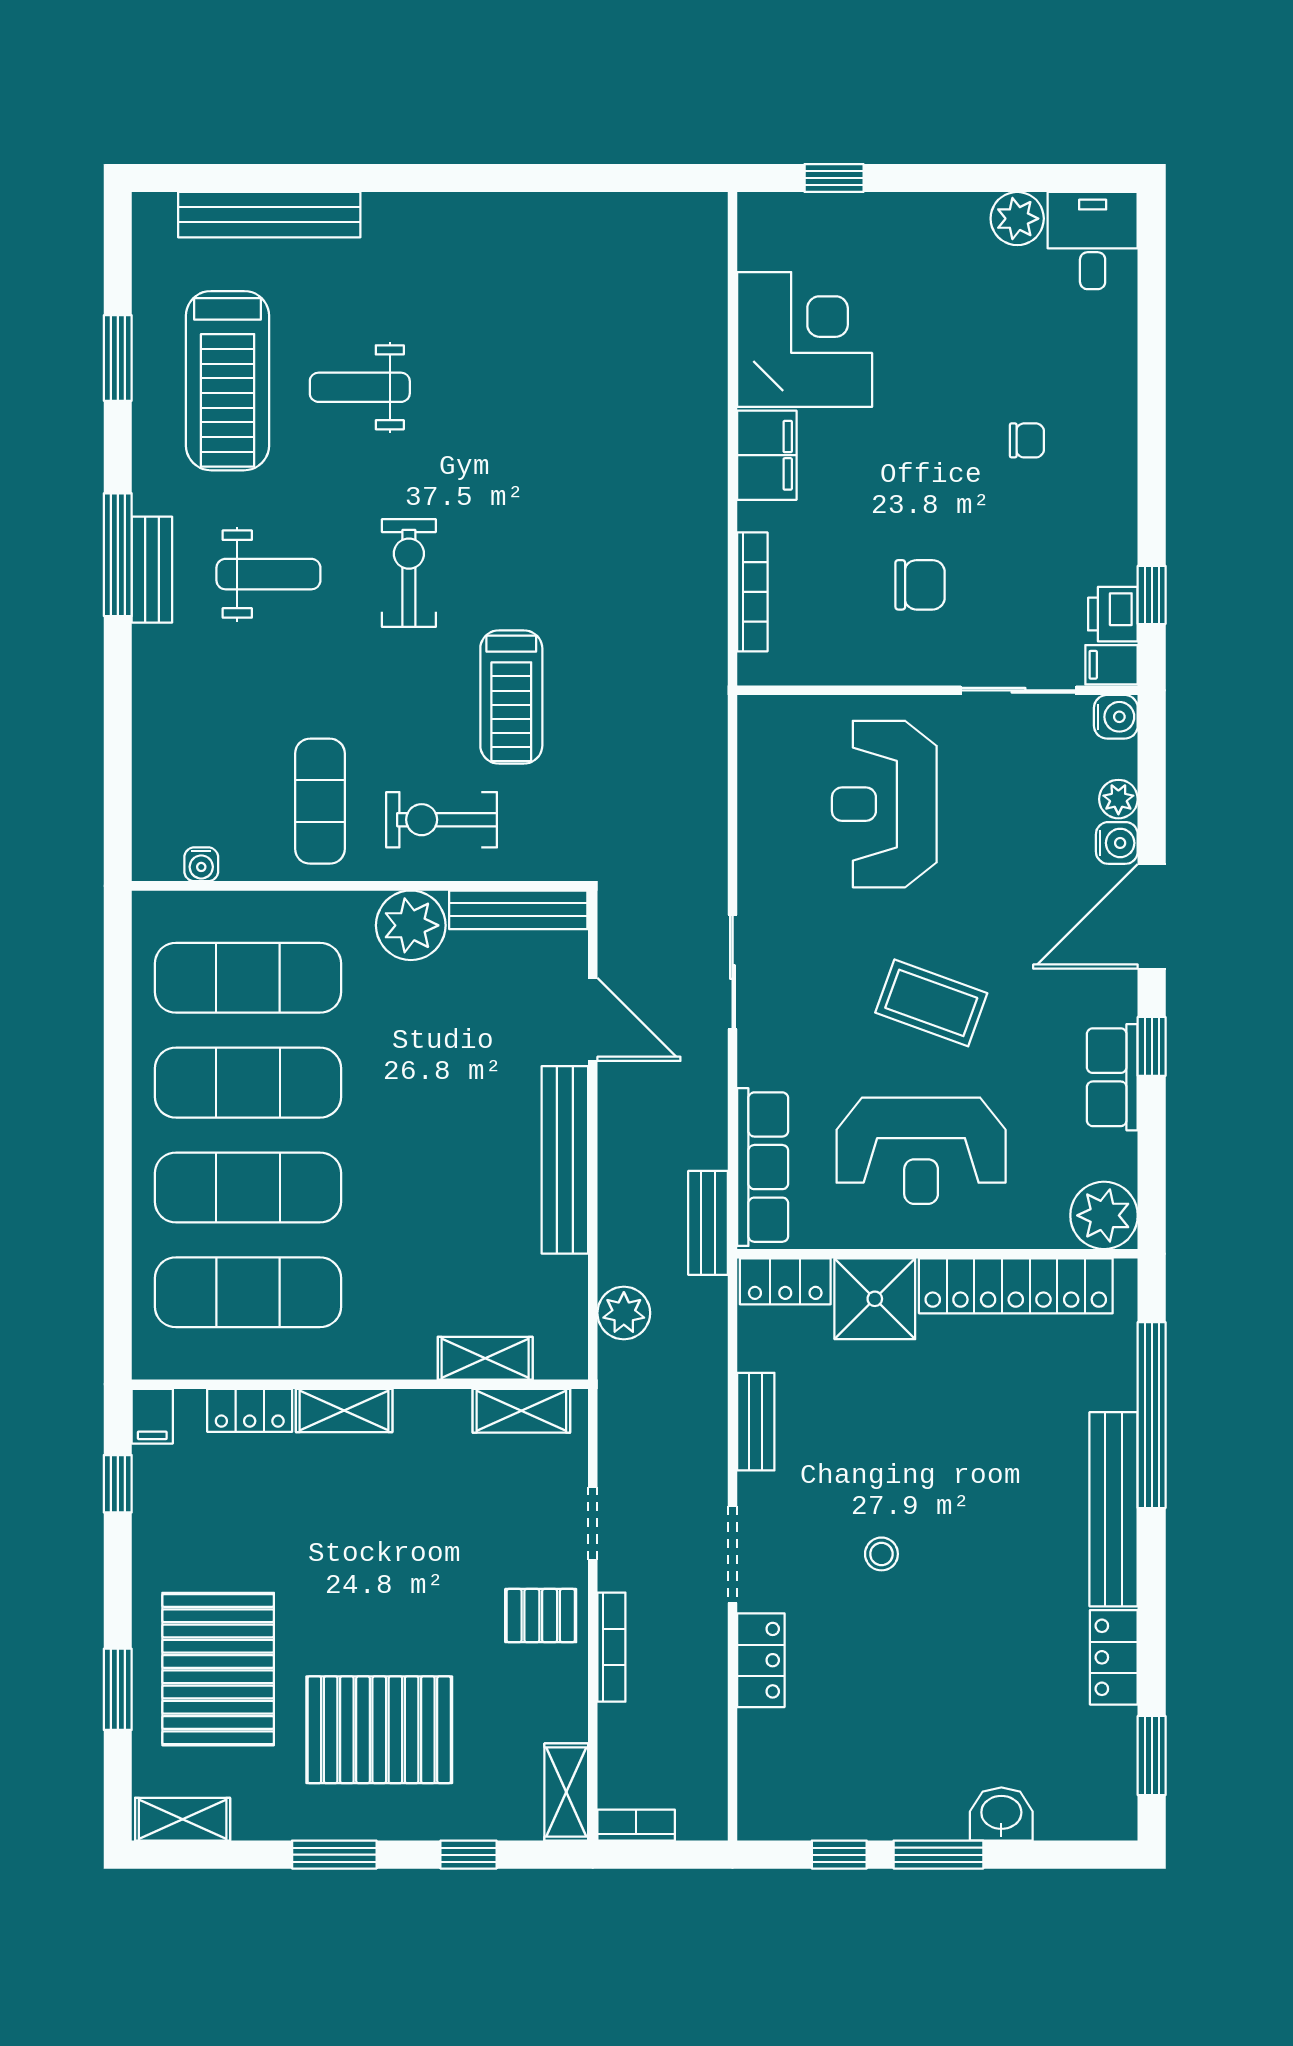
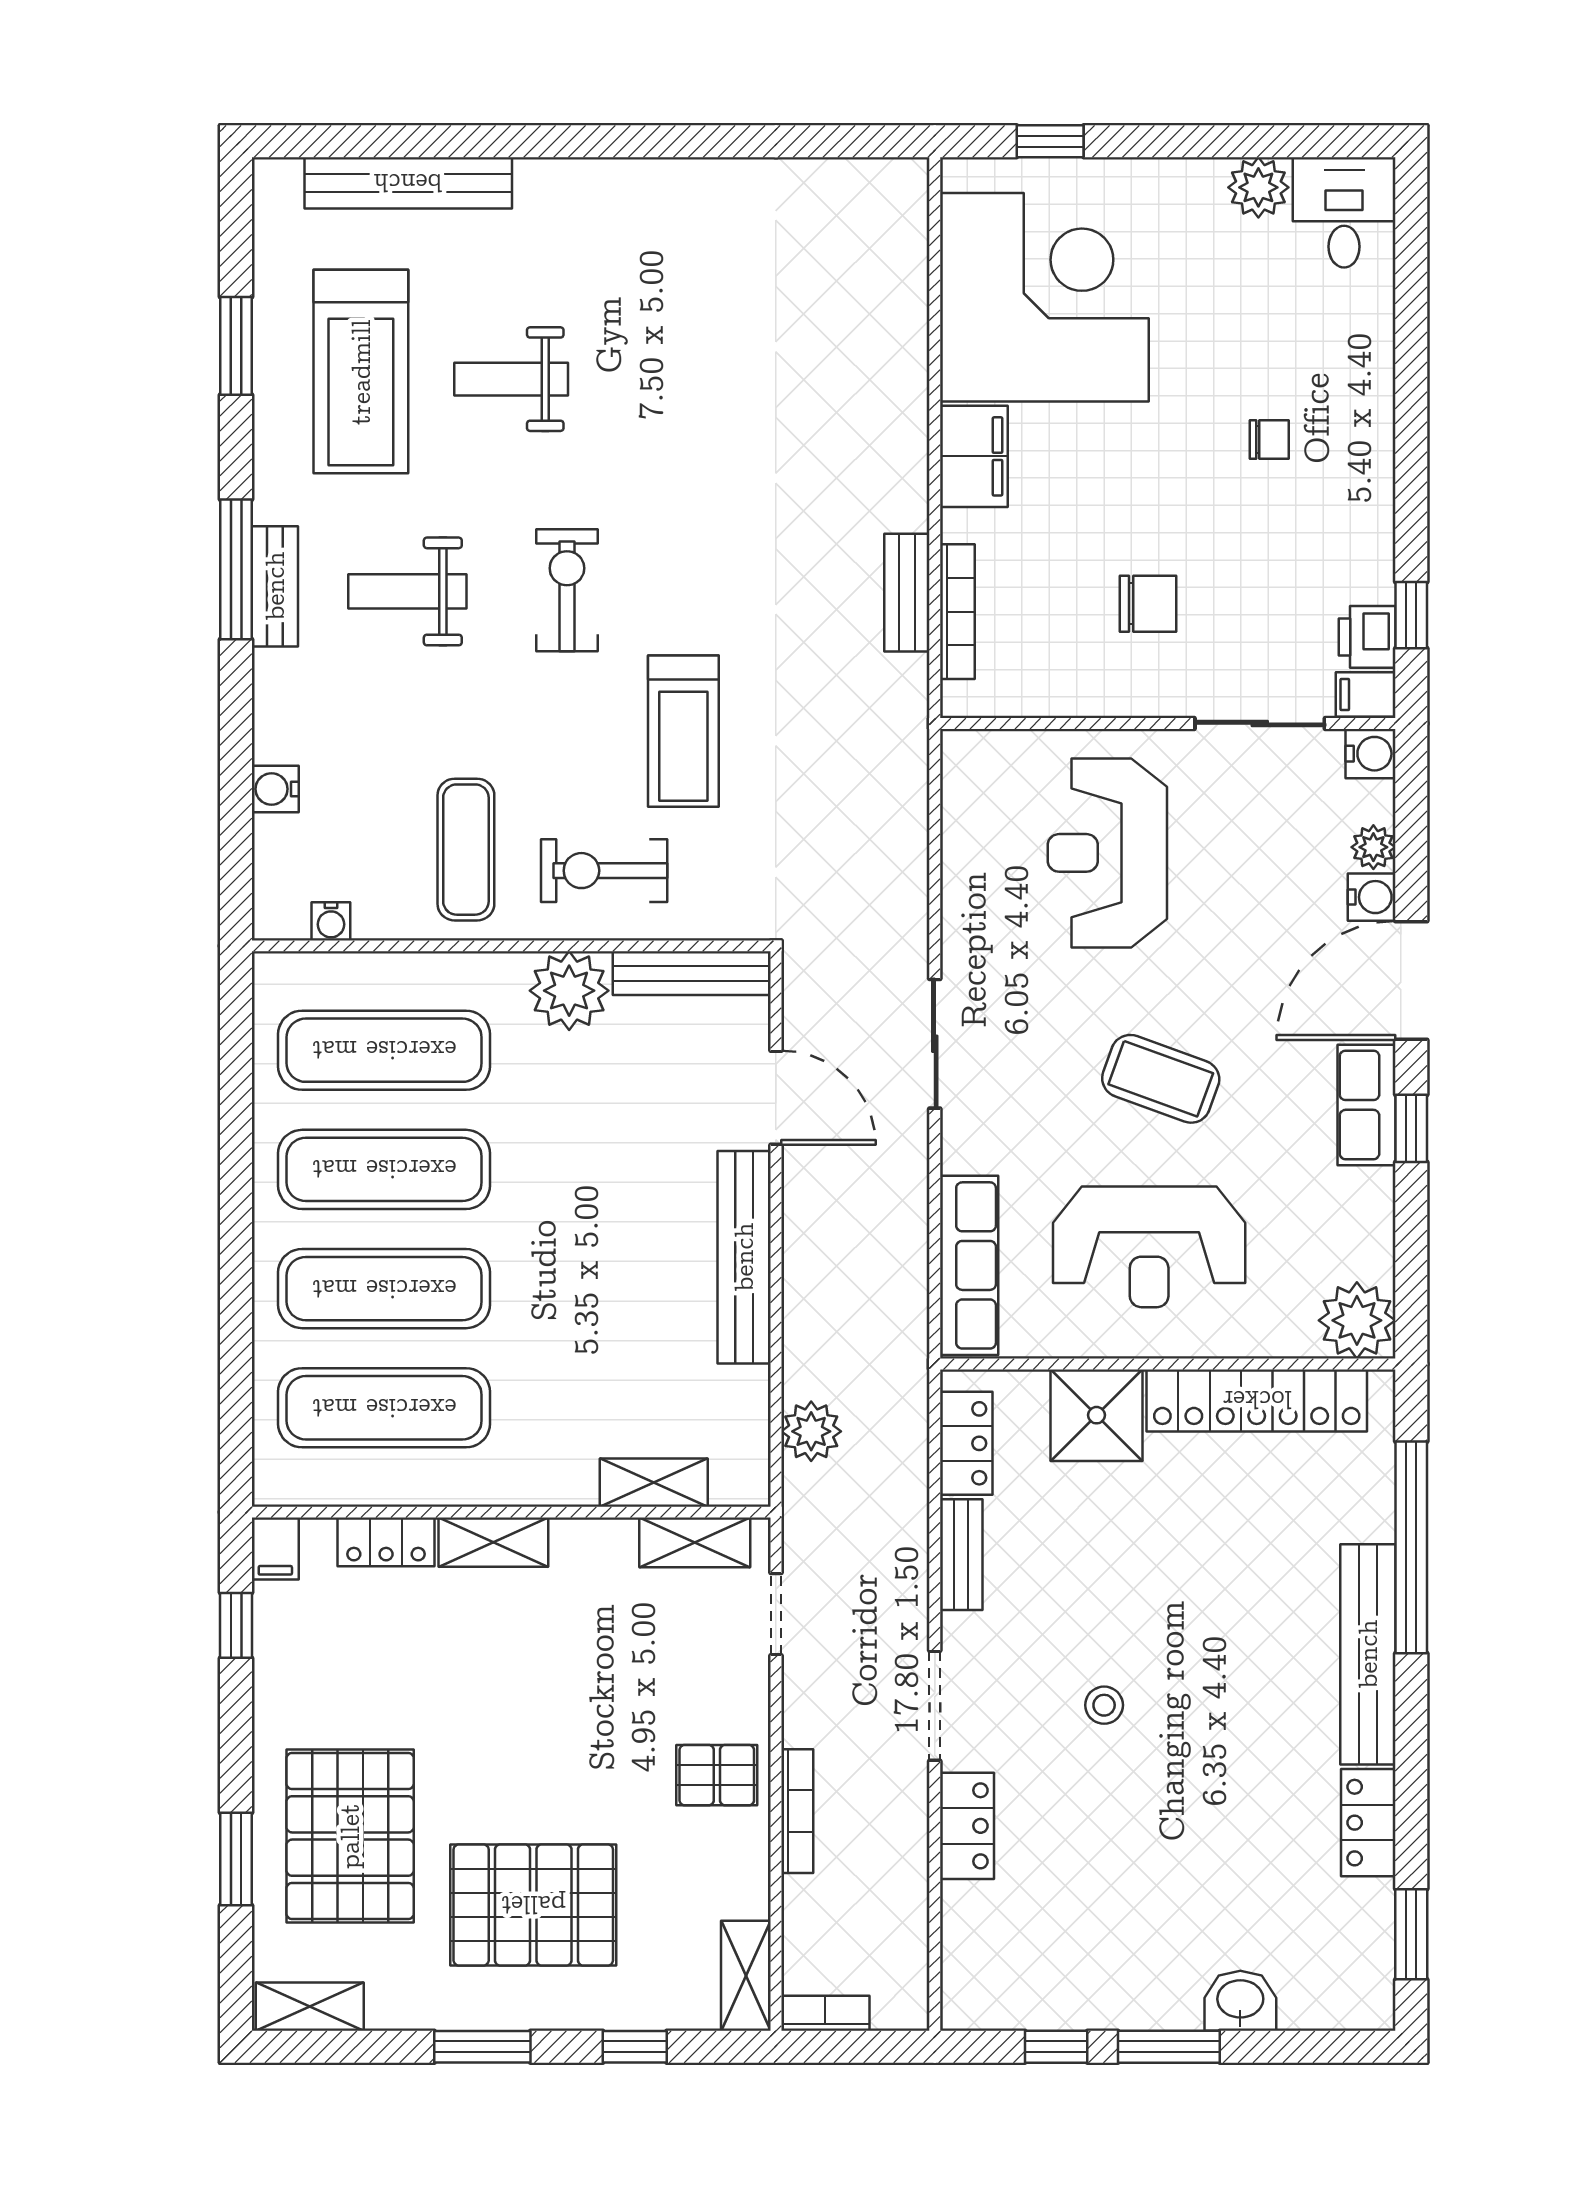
corner desk: (805, 339) -> (1044, 297), width x1.36, depth x1.36
weight bench: (268, 574) -> (407, 591), turned 180
water cooler: (152, 748) -> (275, 789), added
row of seats: (1112, 1077) -> (1366, 1105), moved
bench: (708, 1223) -> (907, 593), moved
locker: (785, 1281) -> (966, 1443), moved, turned -90
doorway: (593, 1524) -> (776, 1614), moved

